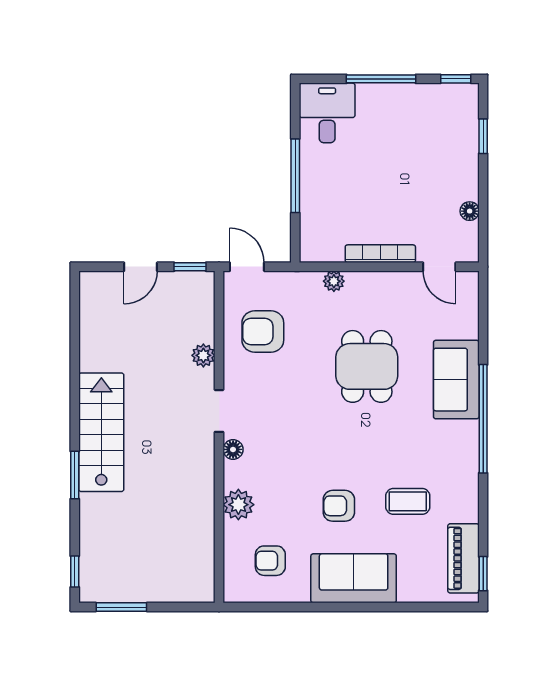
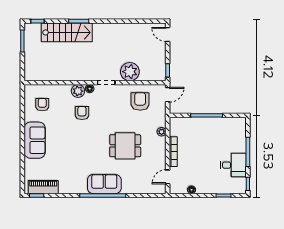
desk: (327, 113) -> (233, 165), moved
door: (141, 267) -> (168, 34), moved
plant: (203, 355) -> (130, 72), width x1.87, depth x1.87
sofa: (456, 380) -> (104, 184), moved
stairs: (101, 432) -> (67, 32), moved
coffee table: (408, 501) -> (68, 163), removed
plant: (238, 505) -> (78, 91), moved
armchair: (339, 506) -> (82, 113), moved

